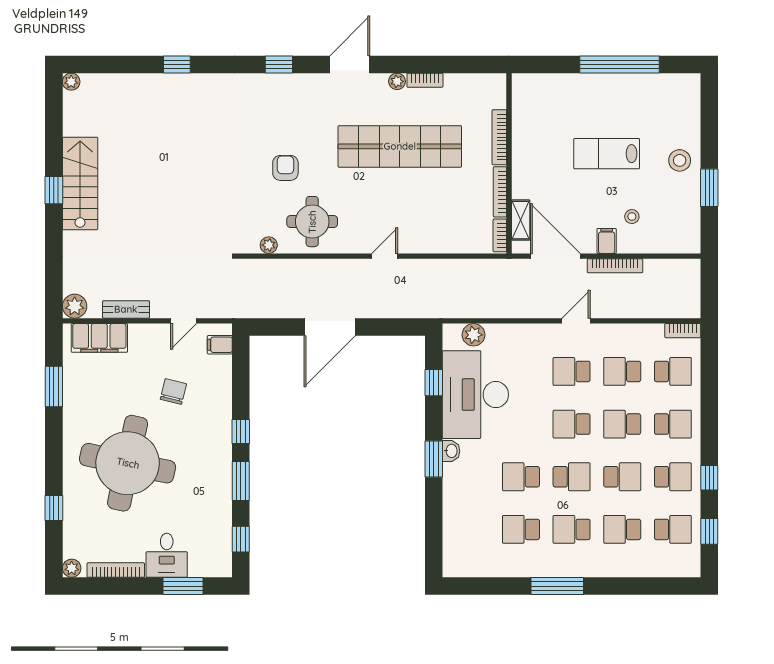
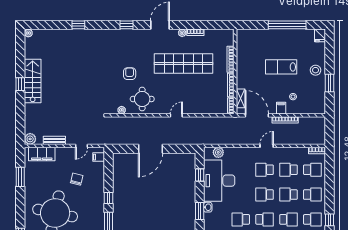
fridge: (689, 87) -> (320, 35), added

